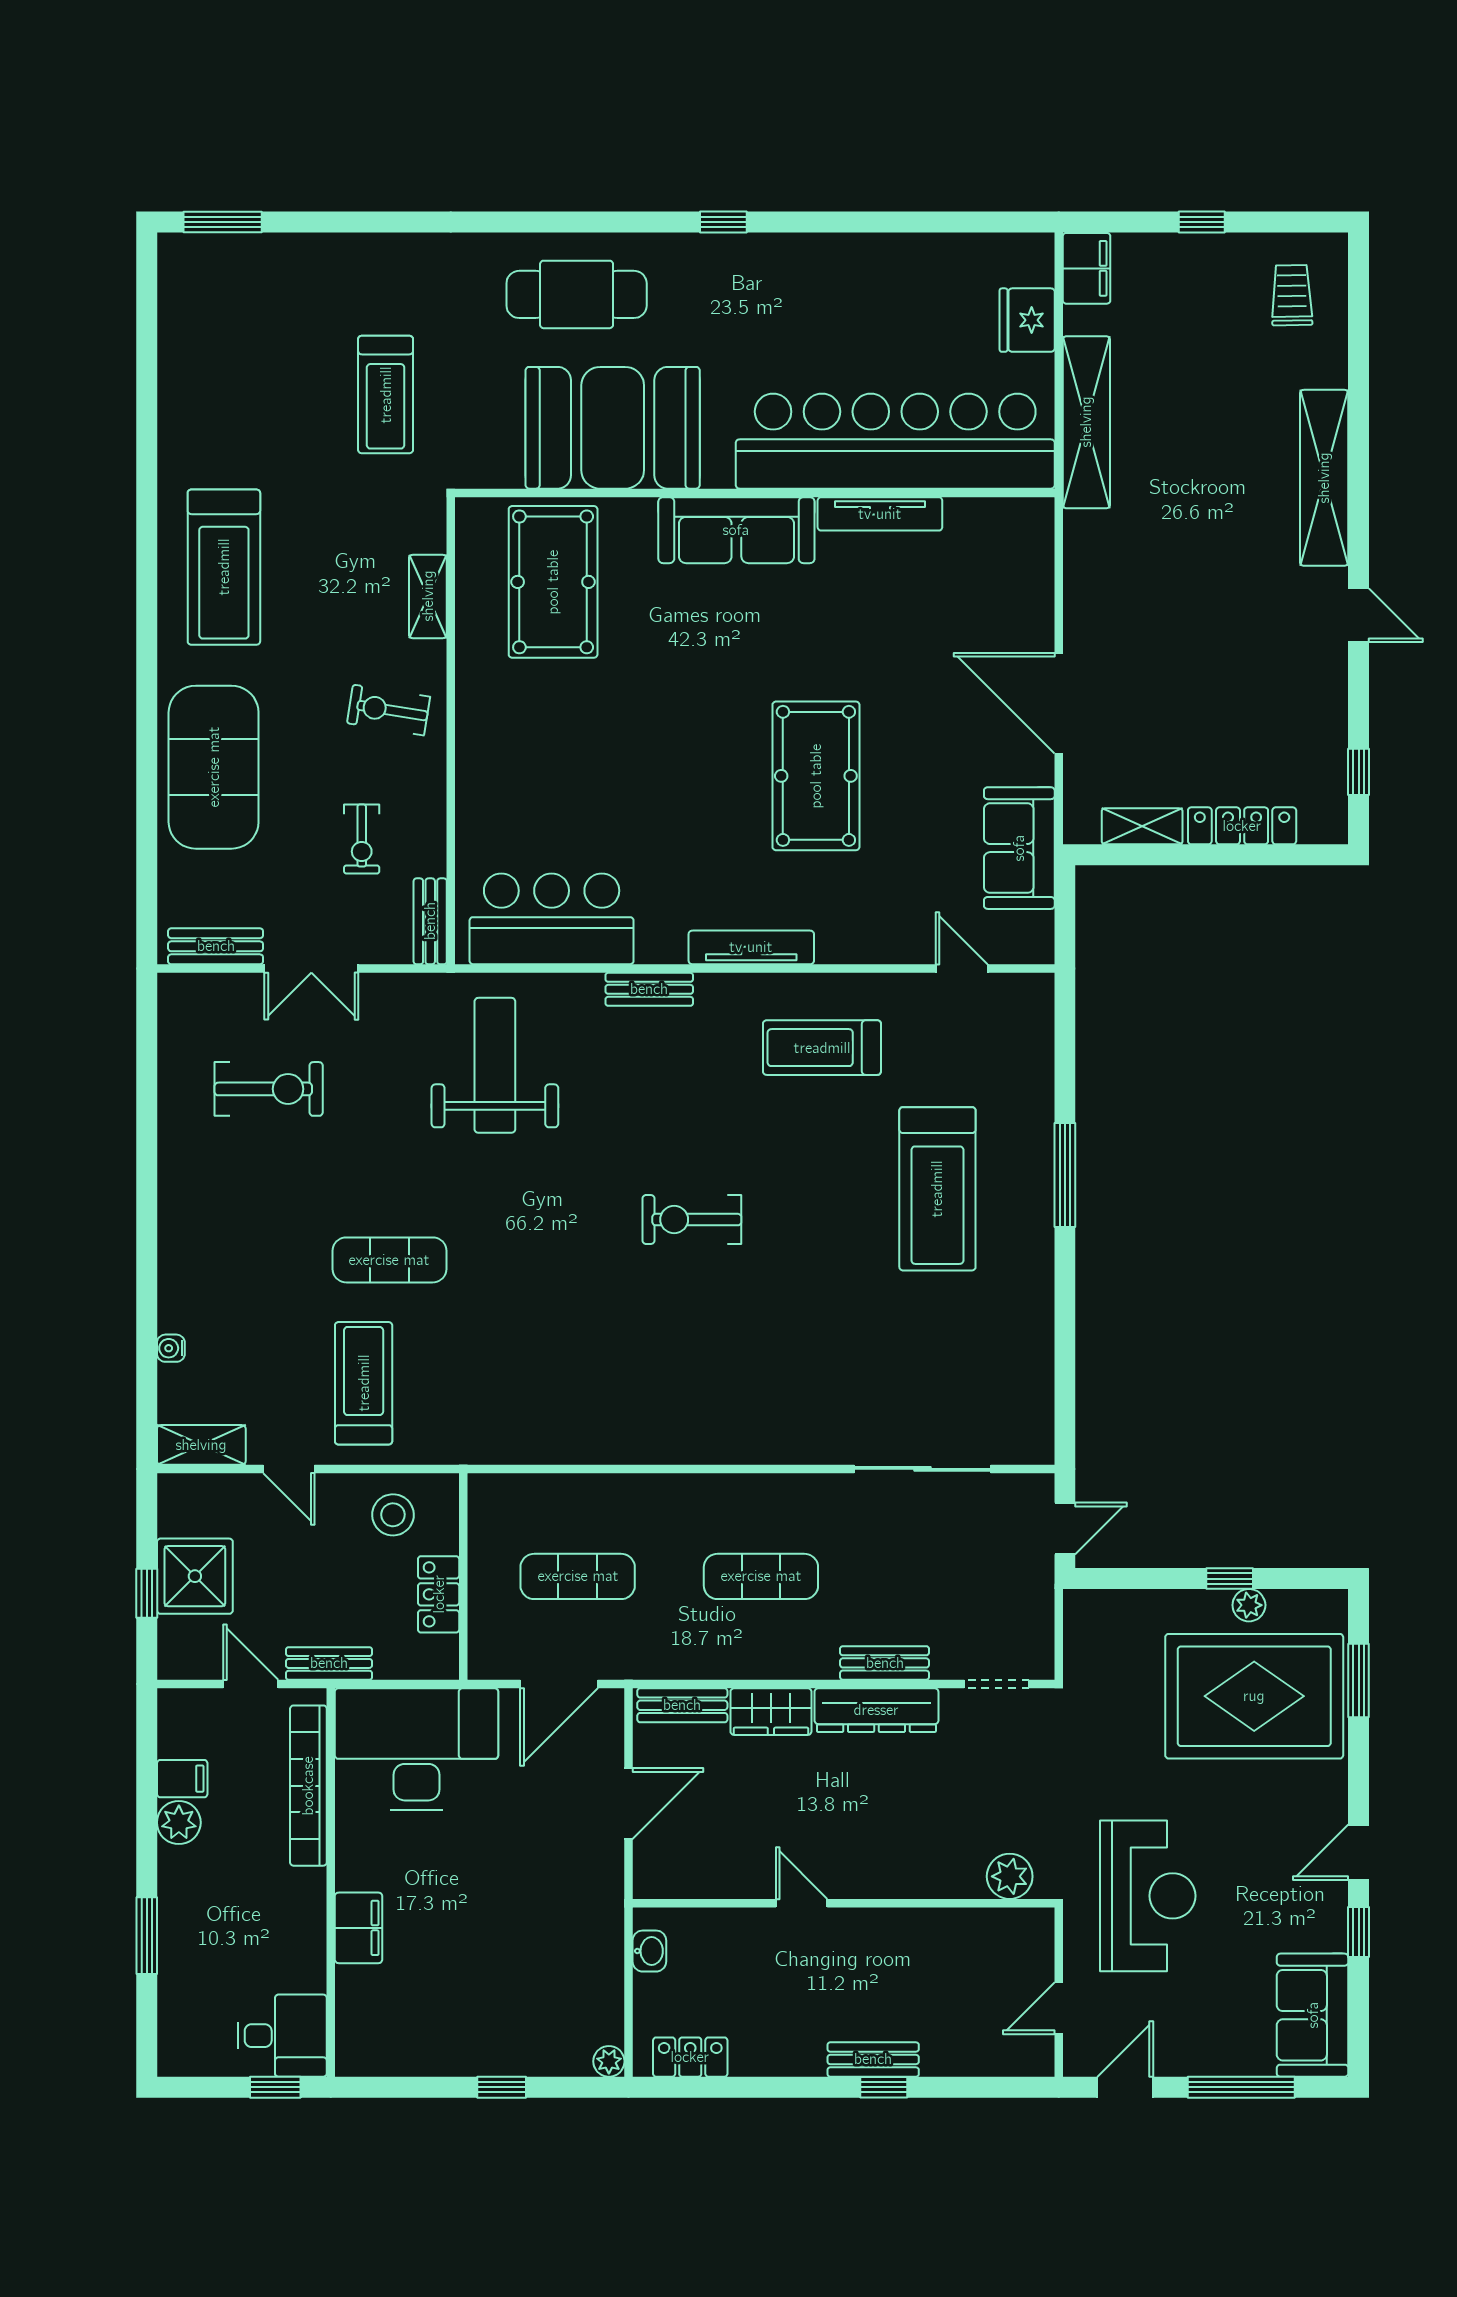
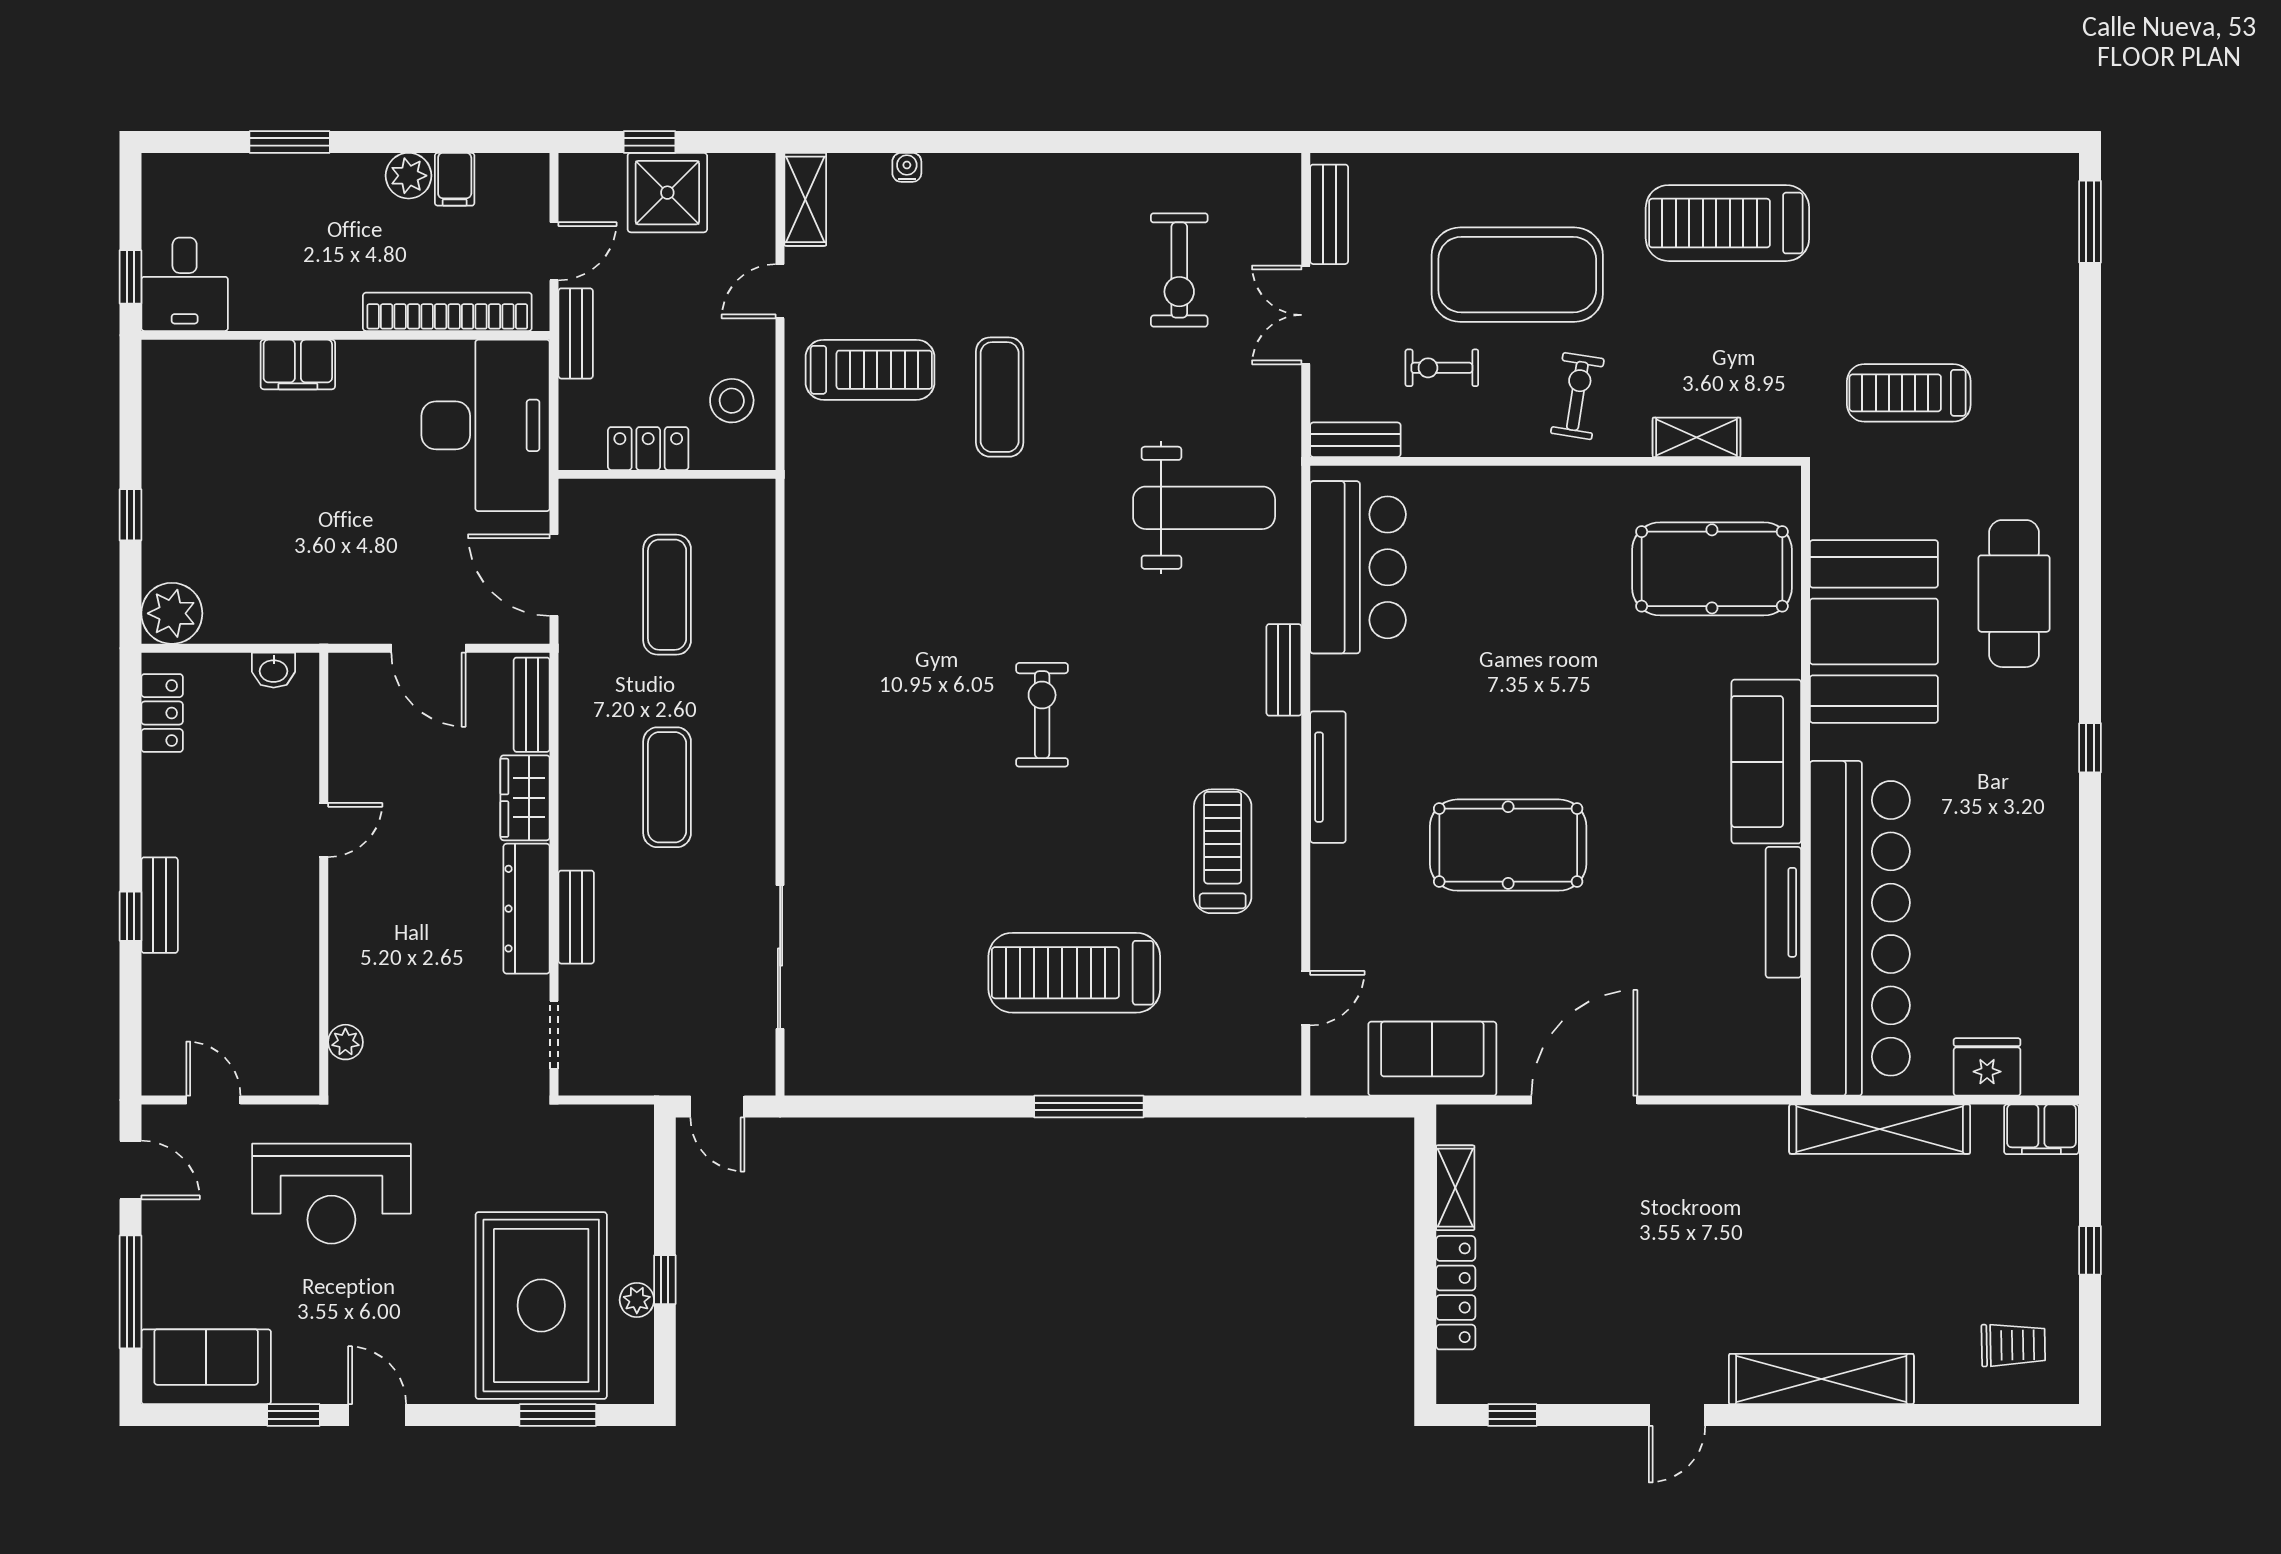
exercise mat: (214, 767) -> (1517, 275), moved
plant: (1010, 1876) -> (345, 1042), width x0.73, depth x0.73
plant: (609, 2061) -> (172, 613), width x1.88, depth x1.88

